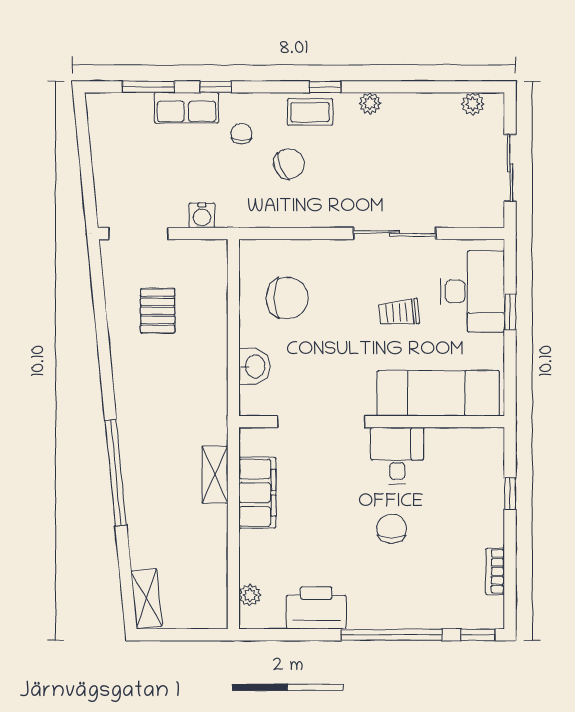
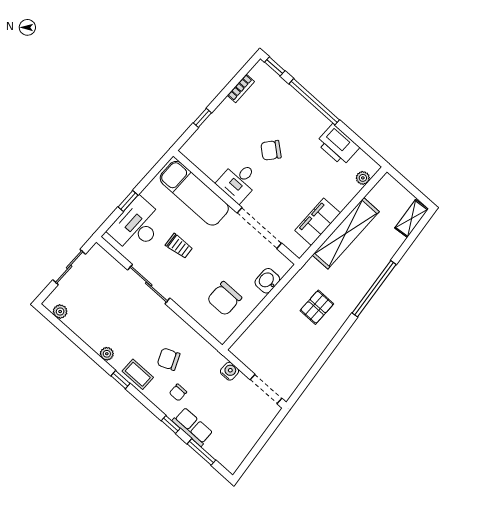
chair: (287, 298) -> (224, 299), turned -90
pallet: (158, 311) -> (317, 307), moved
shelving: (215, 475) -> (346, 233), width x2.20, depth x1.33
chair: (392, 529) -> (271, 150), turned 40

